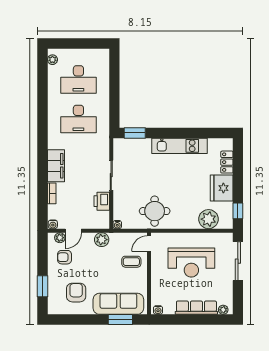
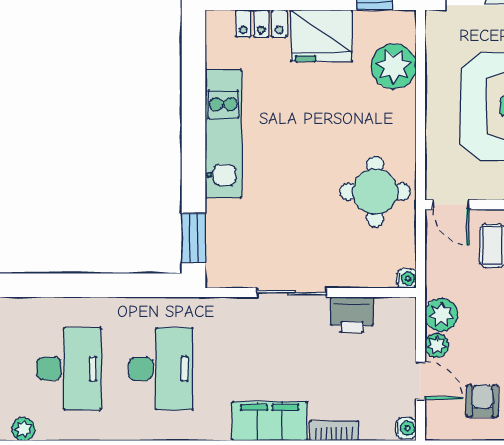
plant: (60, 238) -> (437, 345), moved
armchair: (65, 257) -> (482, 401), turned 180

